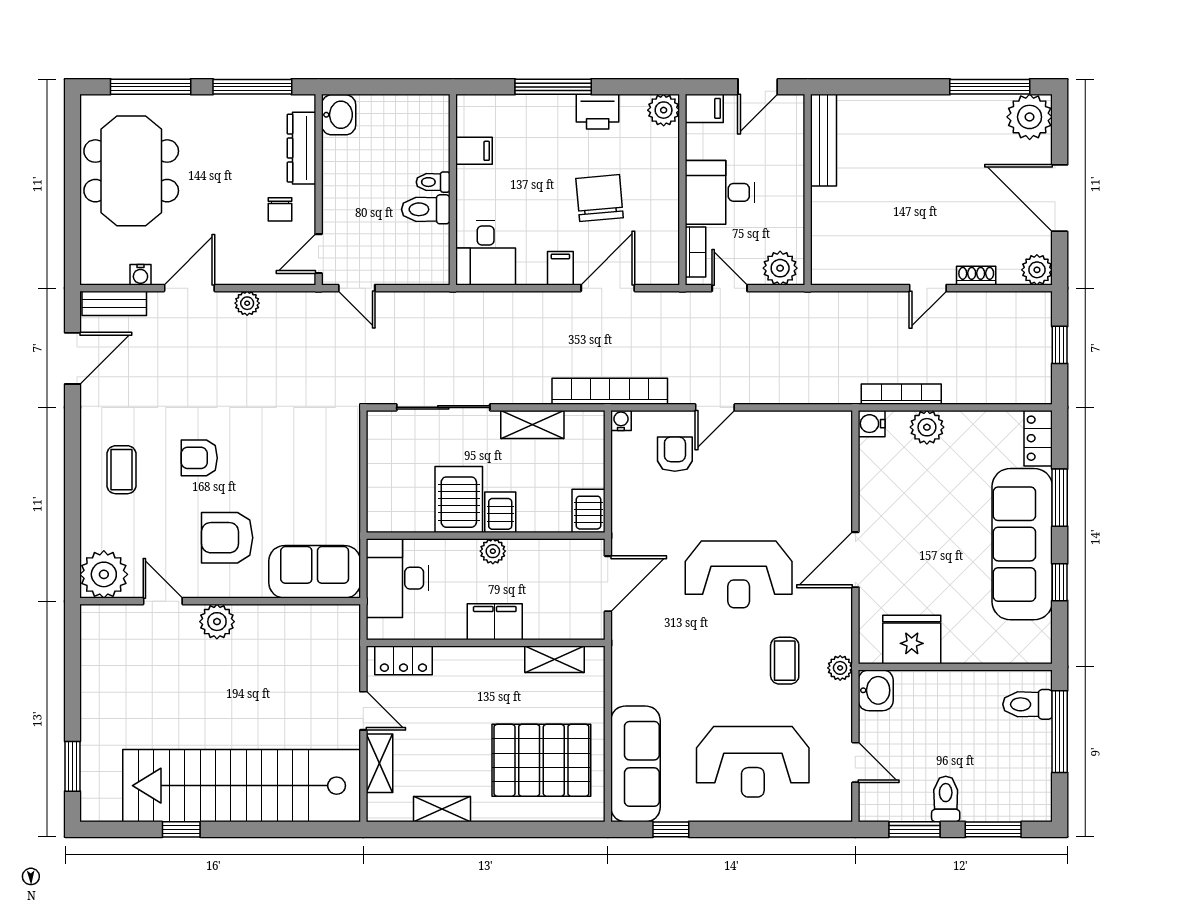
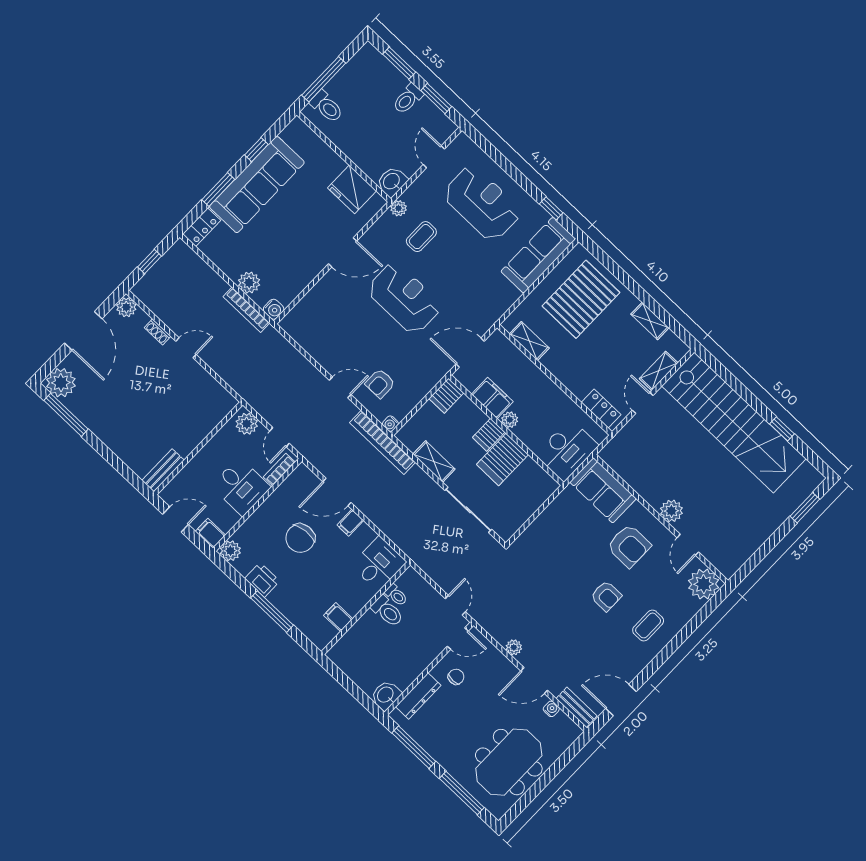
bench: (824, 140) -> (163, 470), width x0.73
toilet: (433, 182) -> (396, 595), moved
filing cabinet: (495, 622) -> (492, 398), moved, turned 180
pallet: (541, 760) -> (581, 299), turned 90

